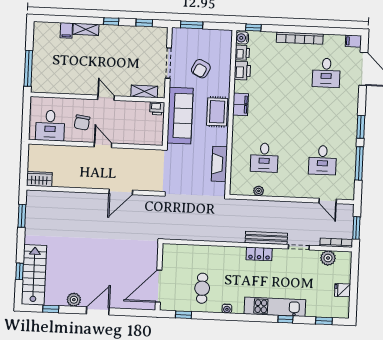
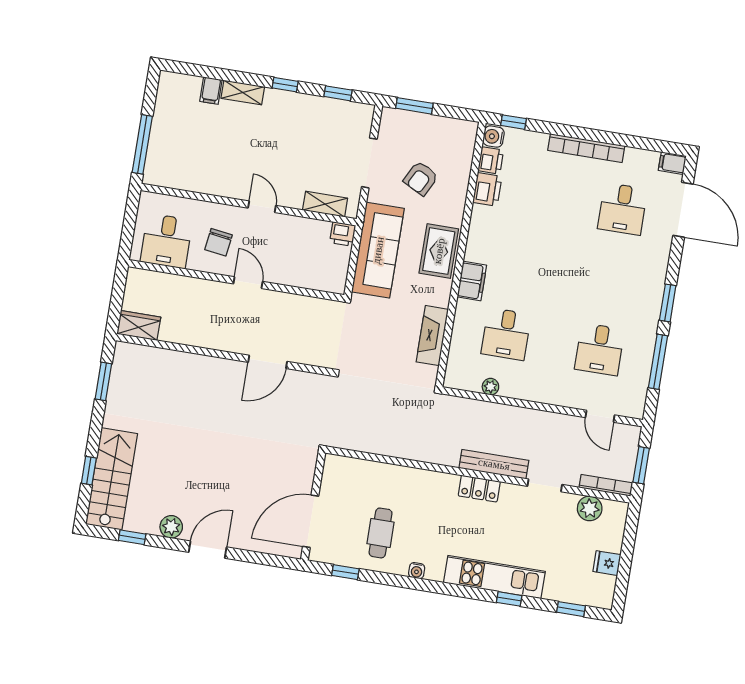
filing cabinet: (241, 104) -> (472, 281), moved

